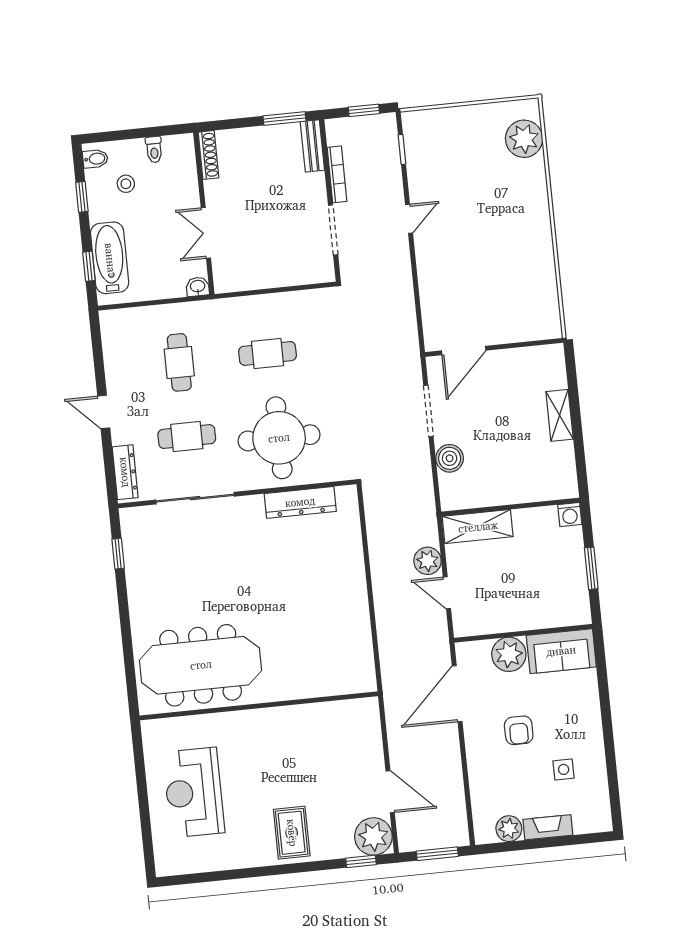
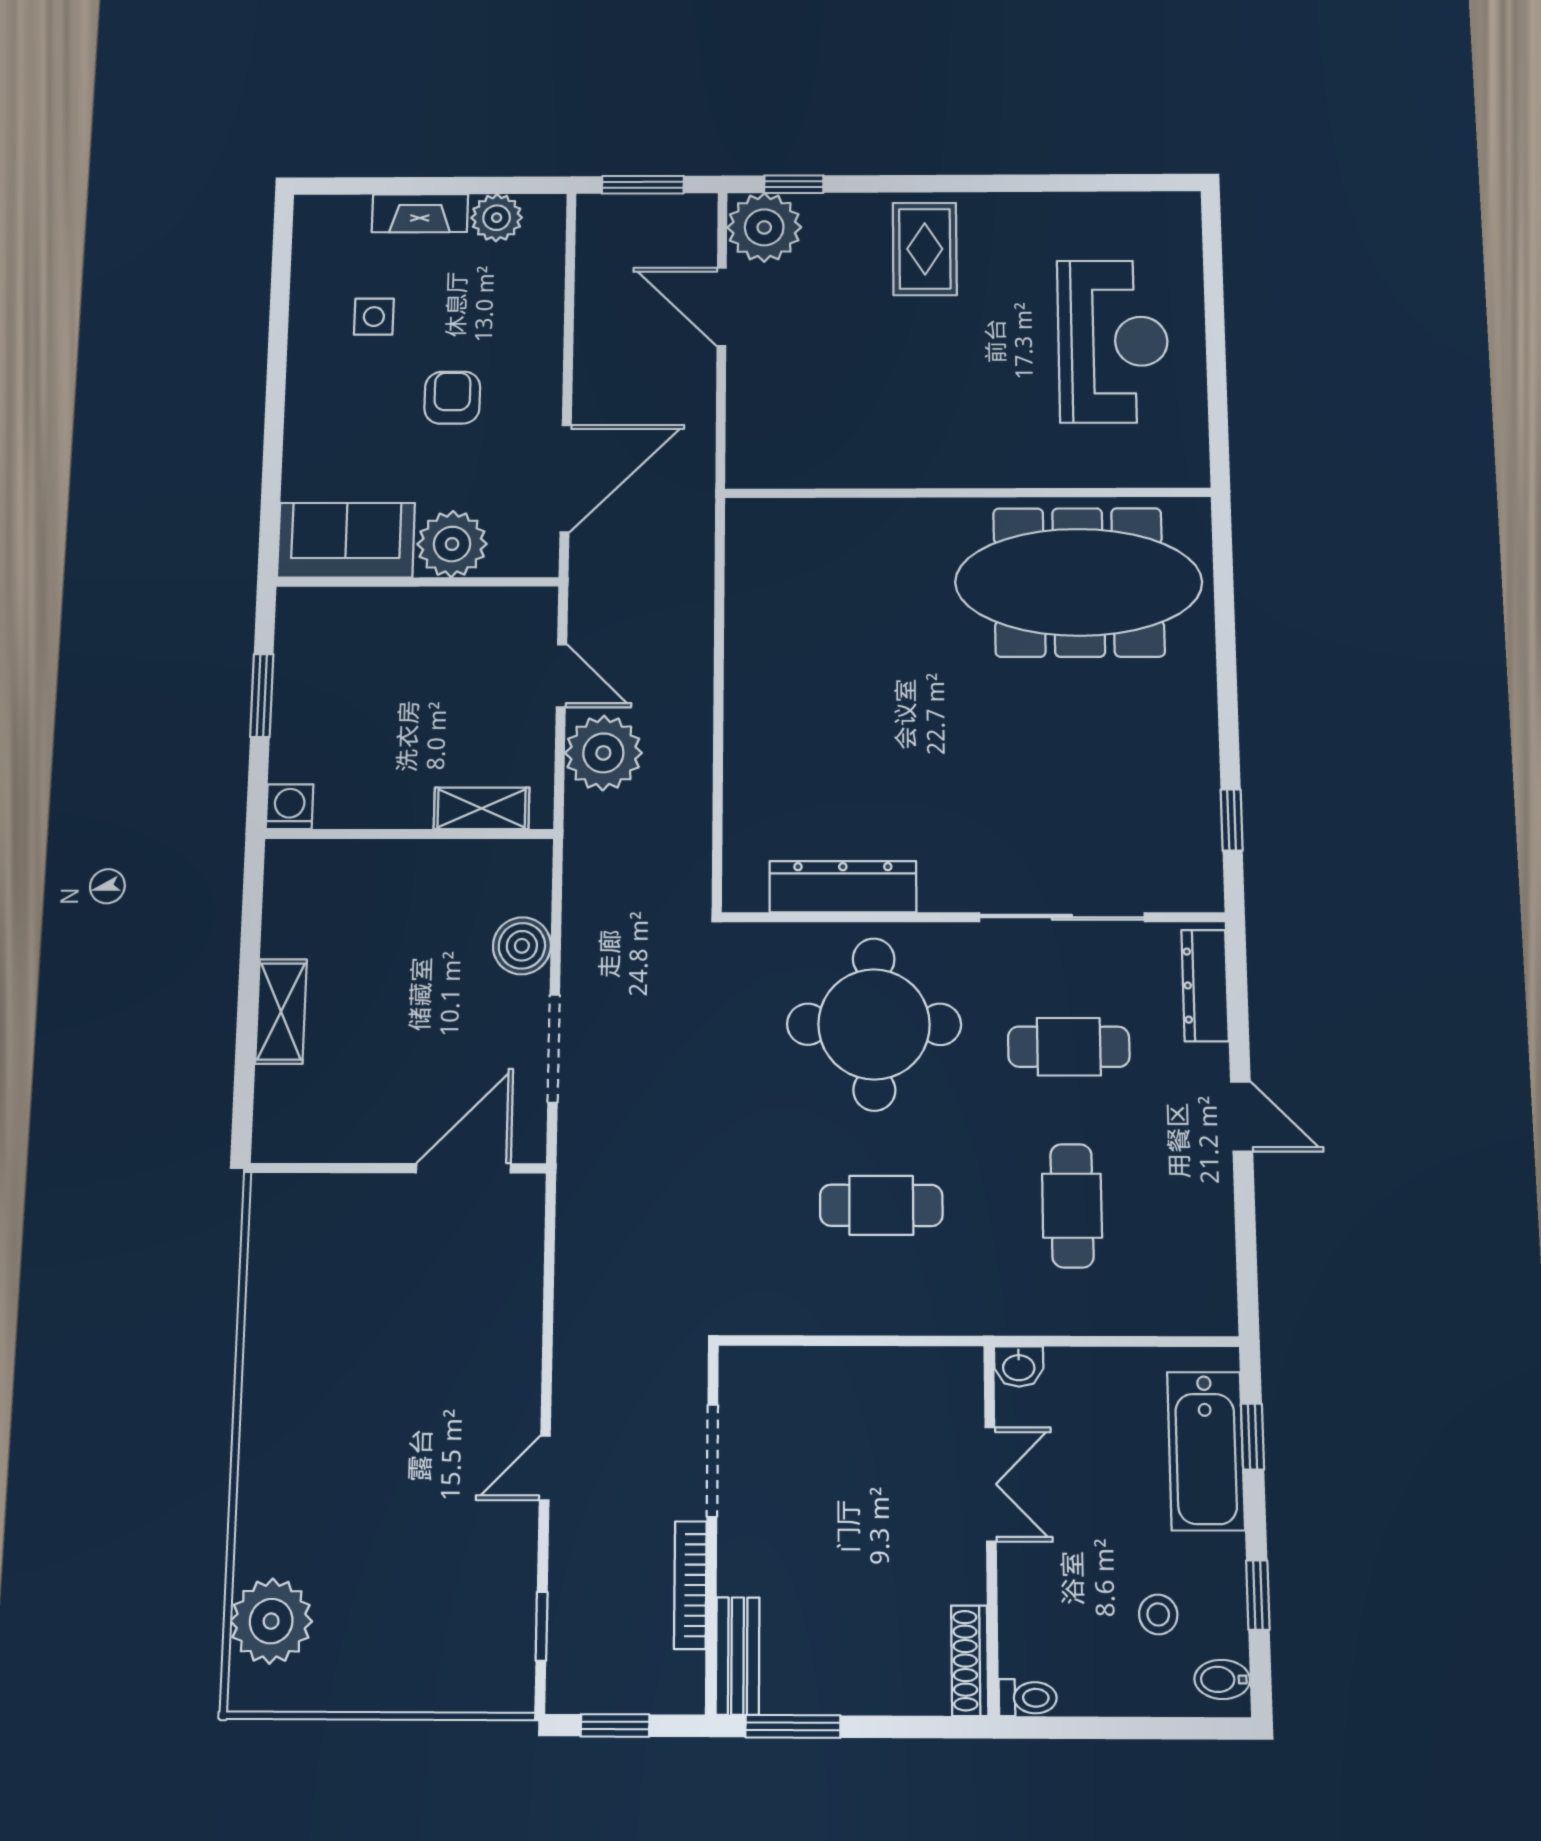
toilet: (154, 150) -> (1028, 1698), moved, turned 90
shelving: (478, 527) -> (482, 808), width x0.67, depth x0.75
plant: (428, 561) -> (603, 753), width x1.36, depth x1.36

